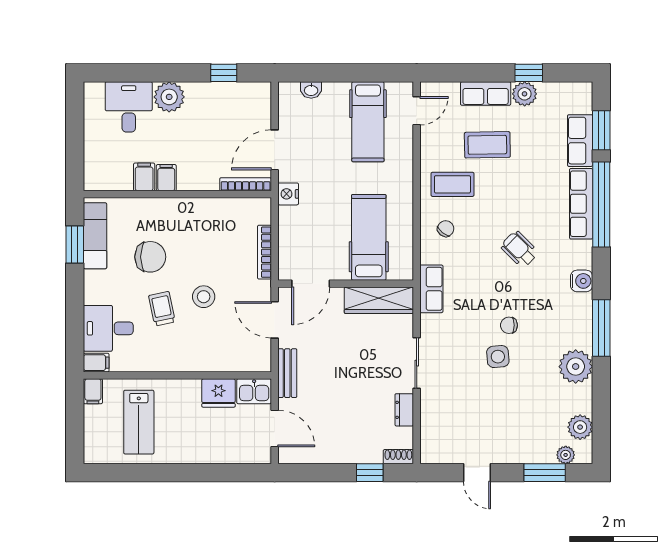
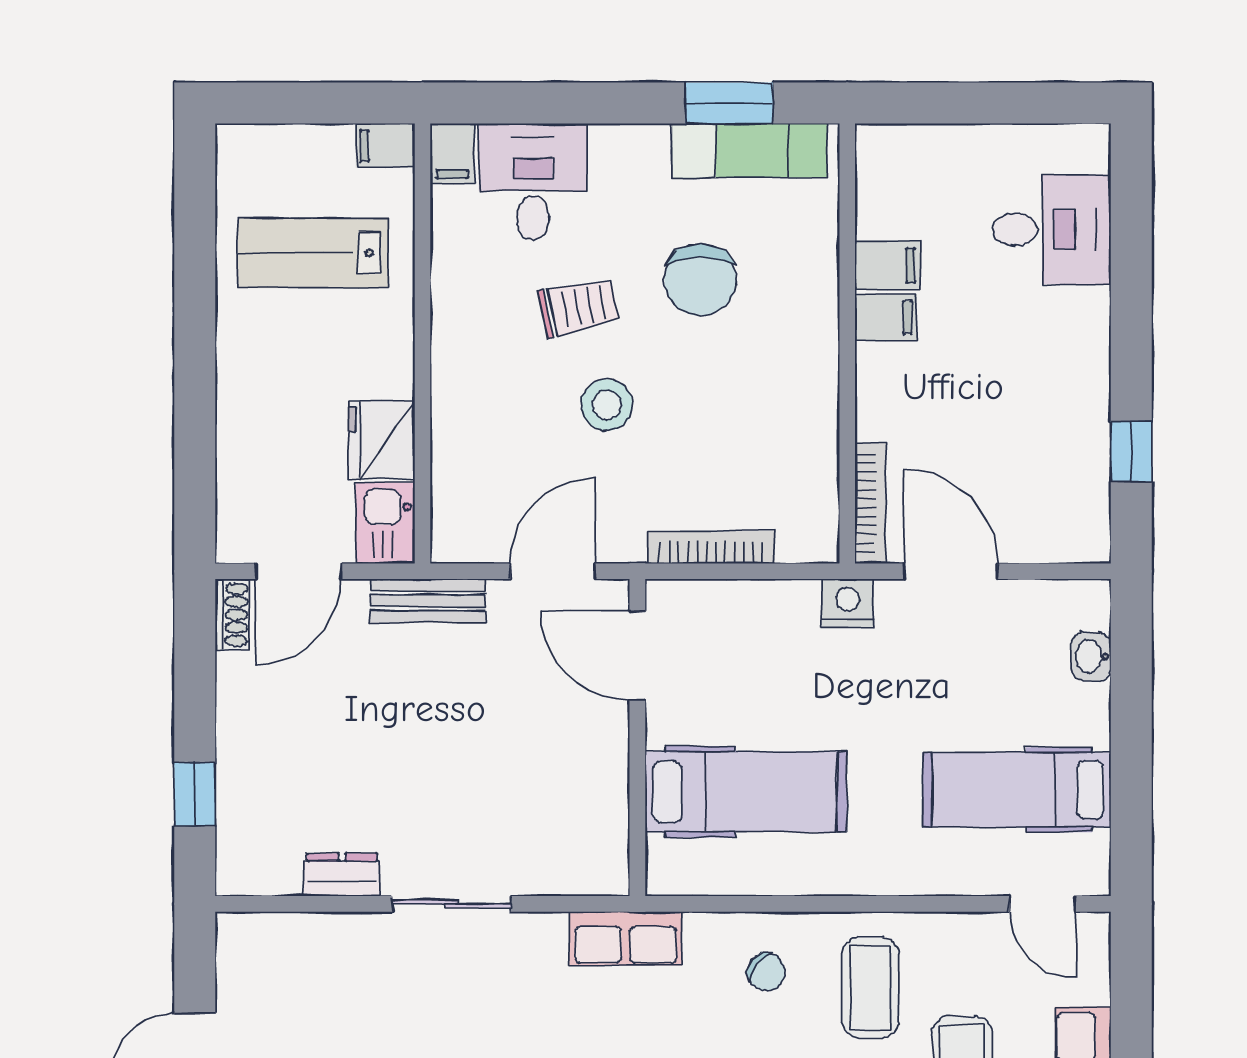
plant: (169, 97) -> (1075, 324), removed
wardrobe: (379, 300) -> (599, 815), removed
shoe rack: (398, 457) -> (232, 615), moved

